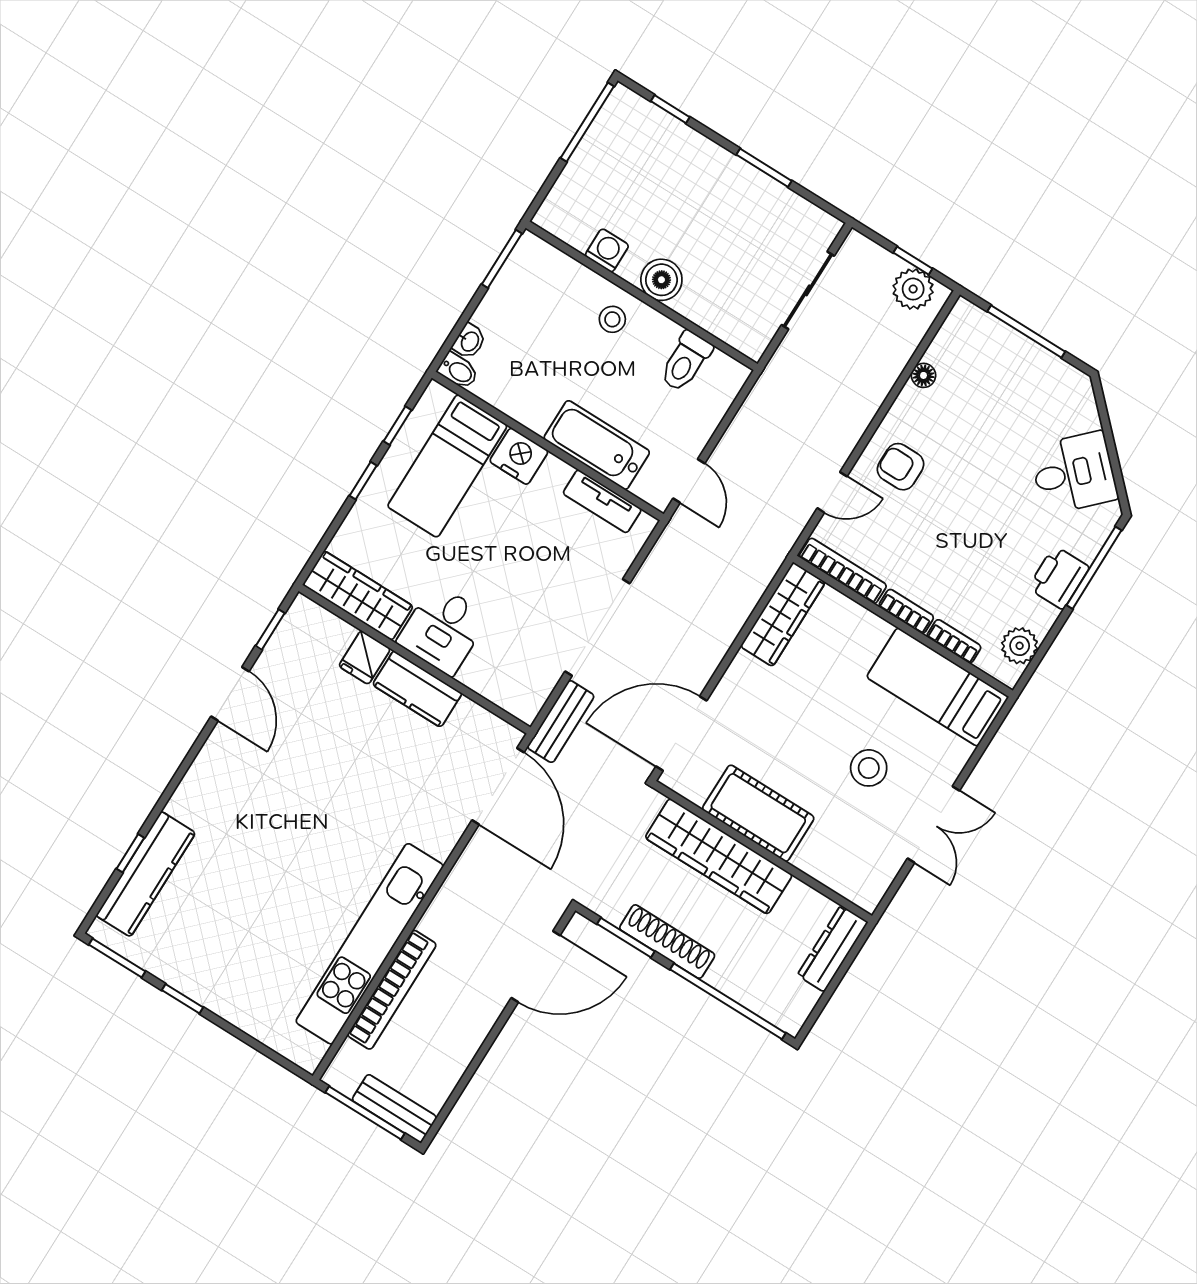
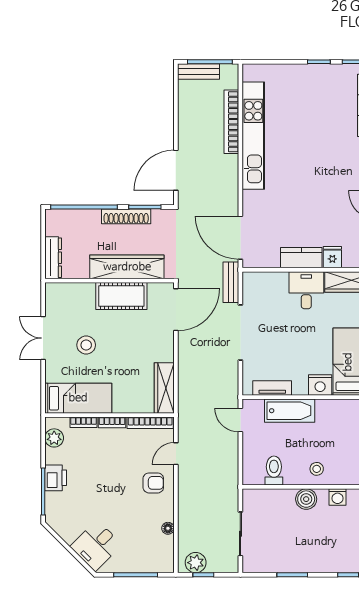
desk: (1074, 473) -> (96, 546), moved

